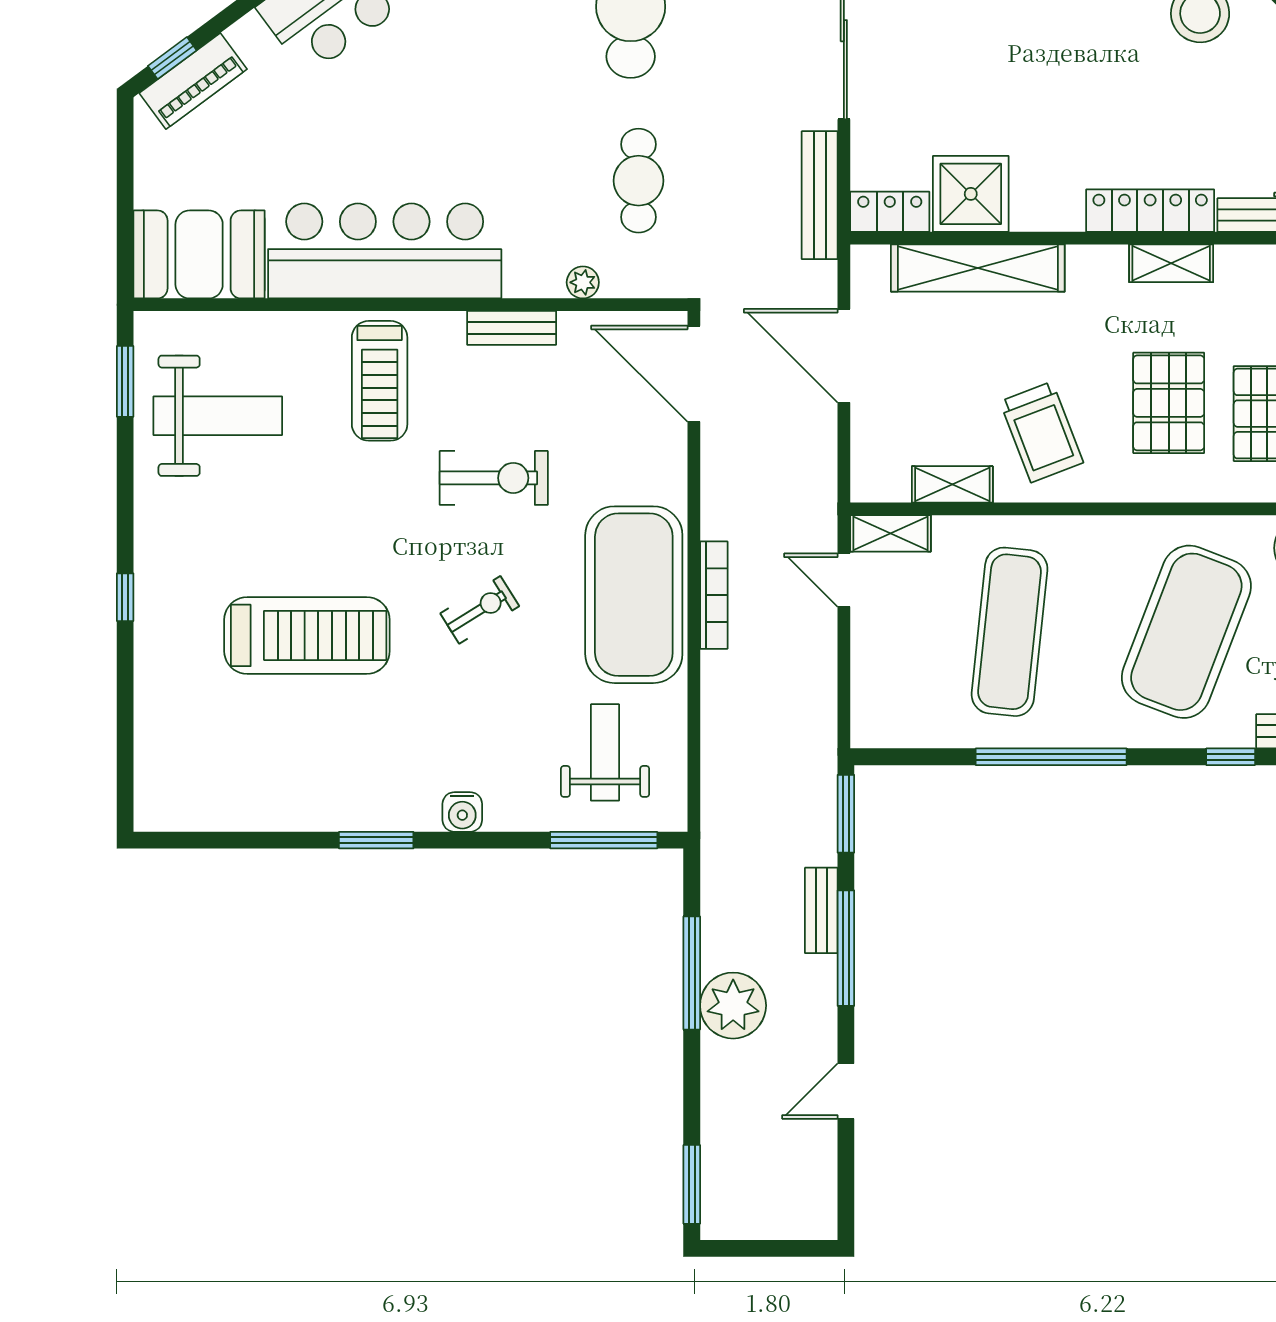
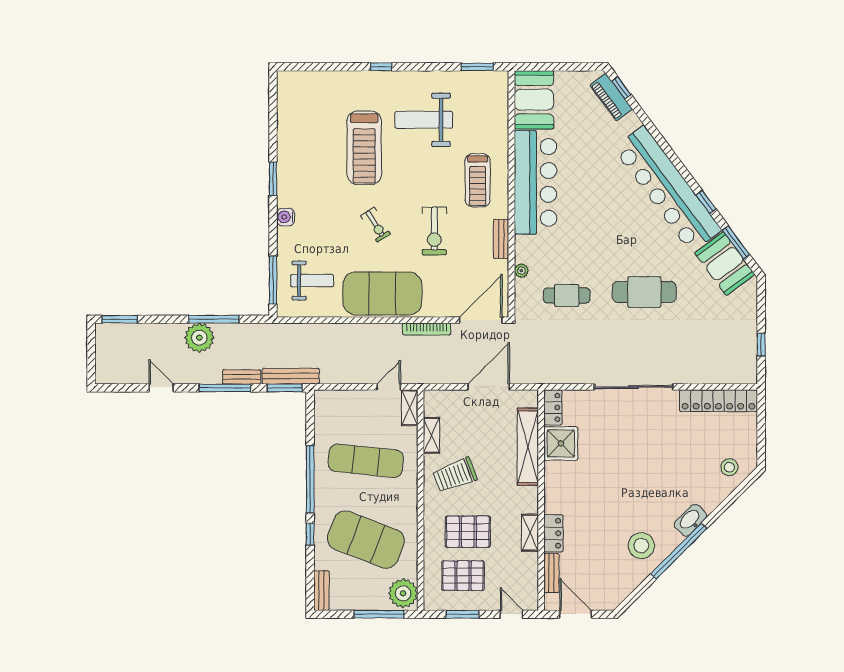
bench: (820, 195) -> (291, 376), moved
locker: (1150, 211) -> (553, 533), width x0.66
treadmill: (380, 381) -> (478, 180), turned -90
weight bench: (218, 416) -> (424, 120), moved, turned 90
bookcase: (714, 595) -> (427, 329), moved
window: (1231, 757) -> (310, 534), moved

